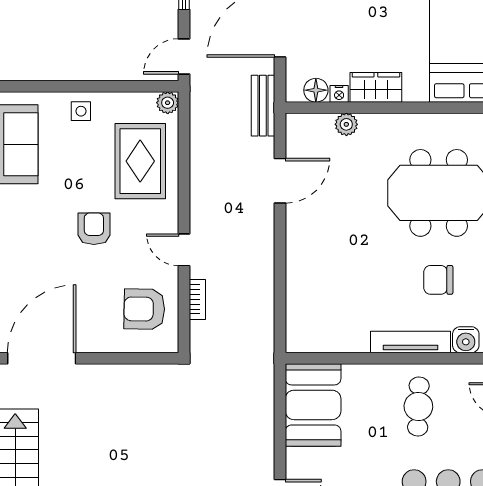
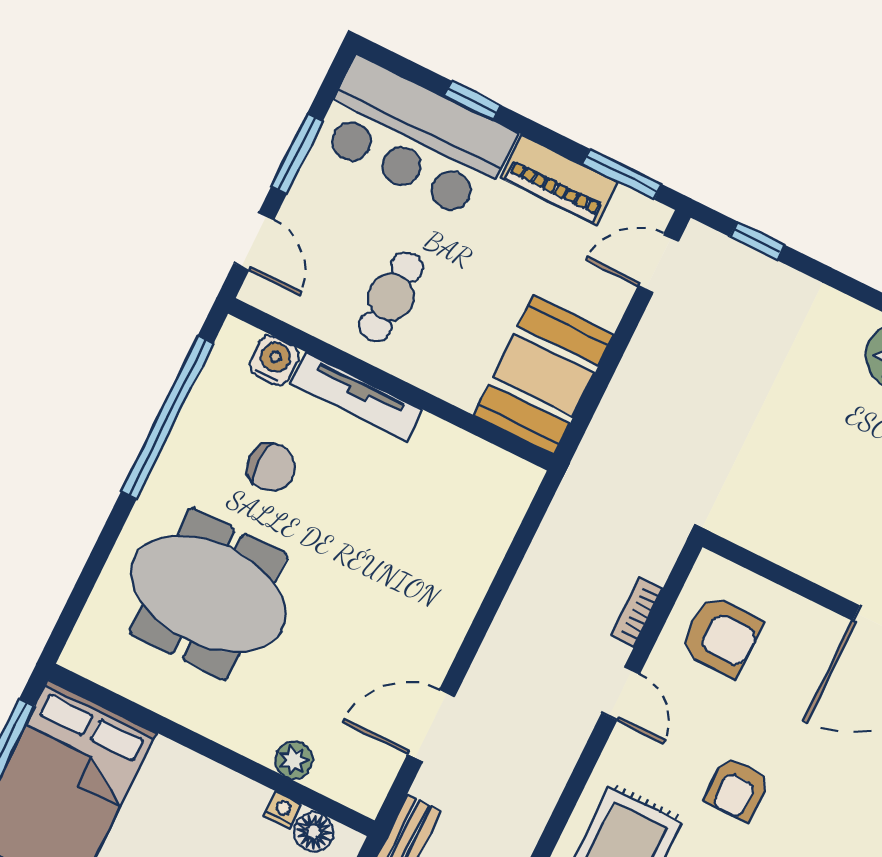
wardrobe: (376, 87) -> (224, 793), removed

